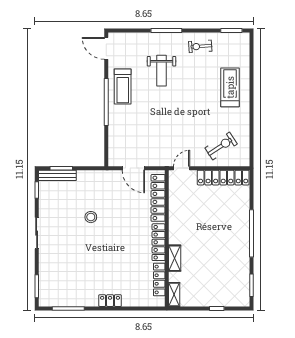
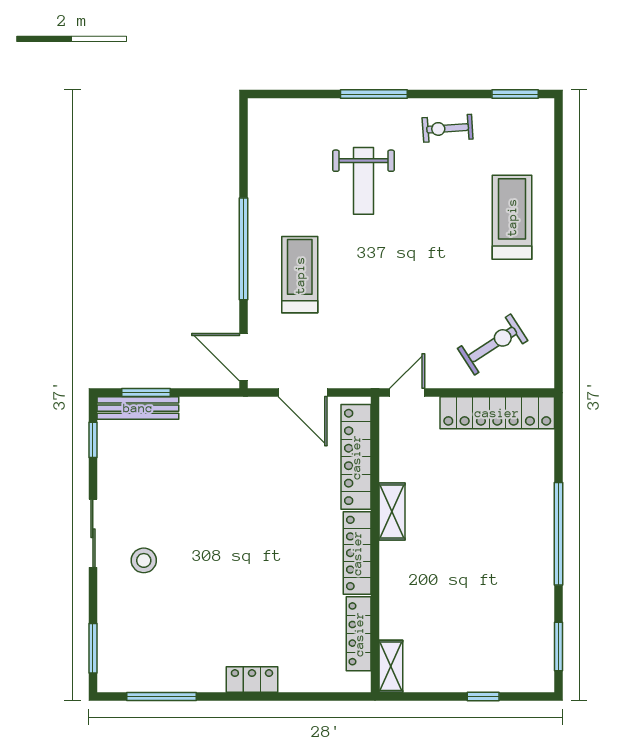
door: (106, 48) -> (244, 357), moved
treadmill: (123, 87) -> (300, 275), moved, turned 180
stool: (91, 217) -> (144, 560), moved
shelving: (175, 258) -> (392, 512), moved

